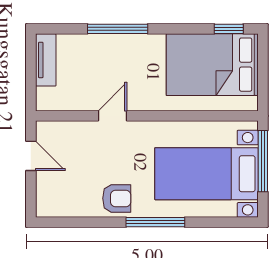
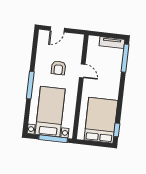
window: (118, 29) -> (125, 58), moved
door: (31, 156) -> (57, 29), moved
armchair: (117, 198) -> (58, 68), moved

